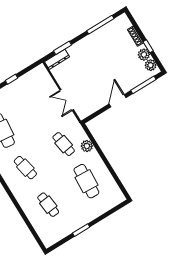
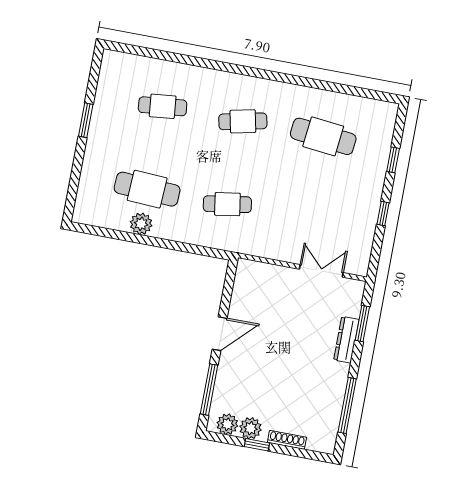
dresser: (57, 59) -> (346, 340), moved
double door: (67, 100) -> (321, 271), moved
door: (118, 101) -> (220, 334), hinge flipped
plant: (87, 146) -> (141, 224), moved

